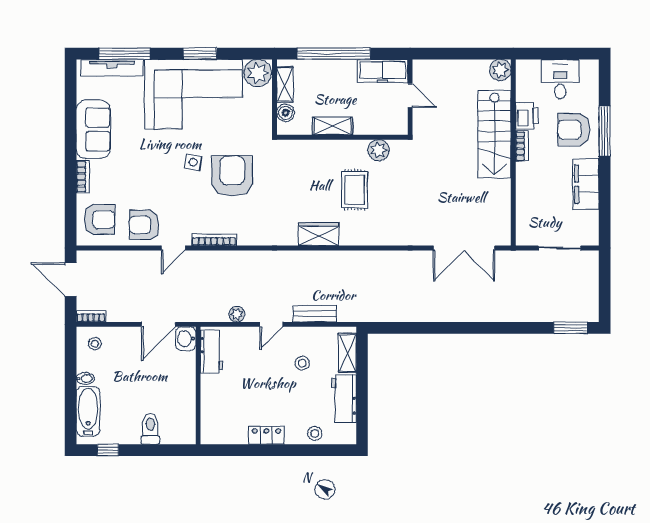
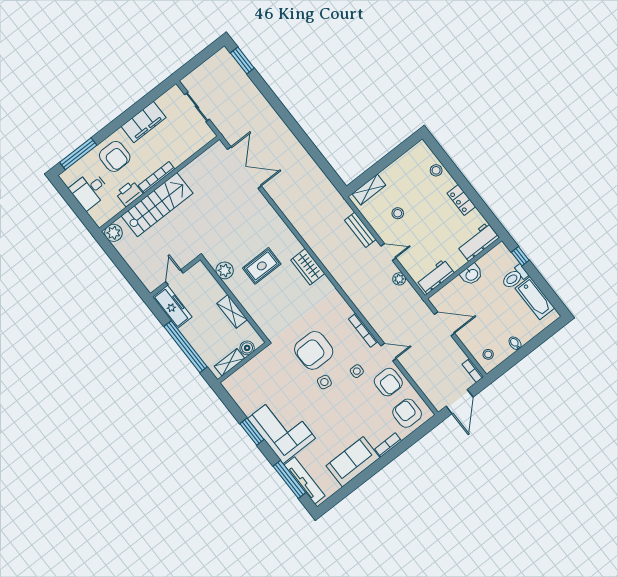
plant: (258, 73) -> (236, 385), removed
corner sofa: (194, 94) -> (281, 428), width x0.73, depth x0.74
window: (605, 131) -> (78, 154), moved
bookcase: (522, 146) -> (157, 177), width x1.56
side table: (179, 202) -> (357, 371), added
washbasin: (186, 339) -> (472, 274), moved
workbench: (344, 399) -> (478, 242), moved, turned 180
bathtub: (88, 411) -> (535, 298), moved, turned -90
window: (108, 450) -> (520, 256), moved

